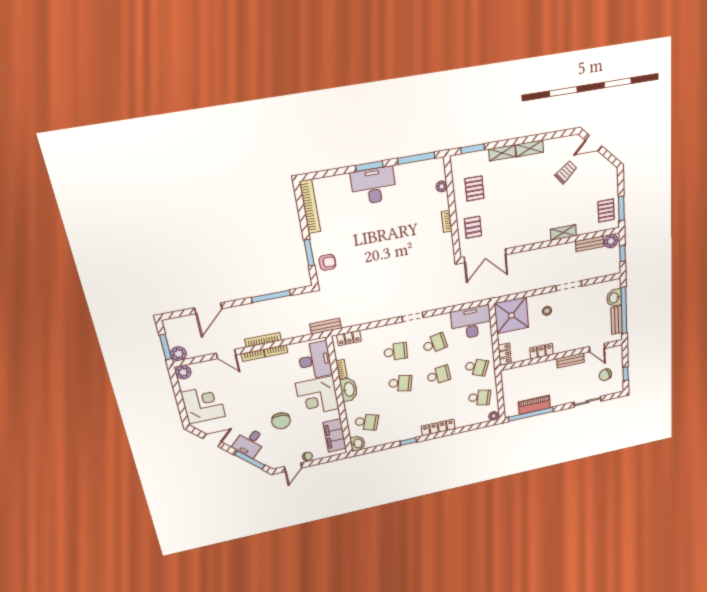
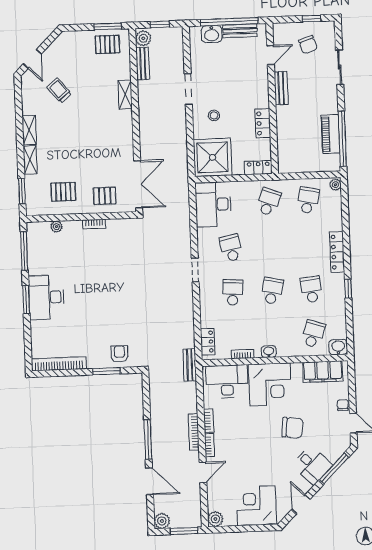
window: (271, 296) -> (148, 439), moved
plant: (178, 354) -> (162, 521), moved
school desk: (439, 375) -> (311, 289), moved
washbasin: (349, 389) -> (269, 352), width x0.52, depth x0.69

